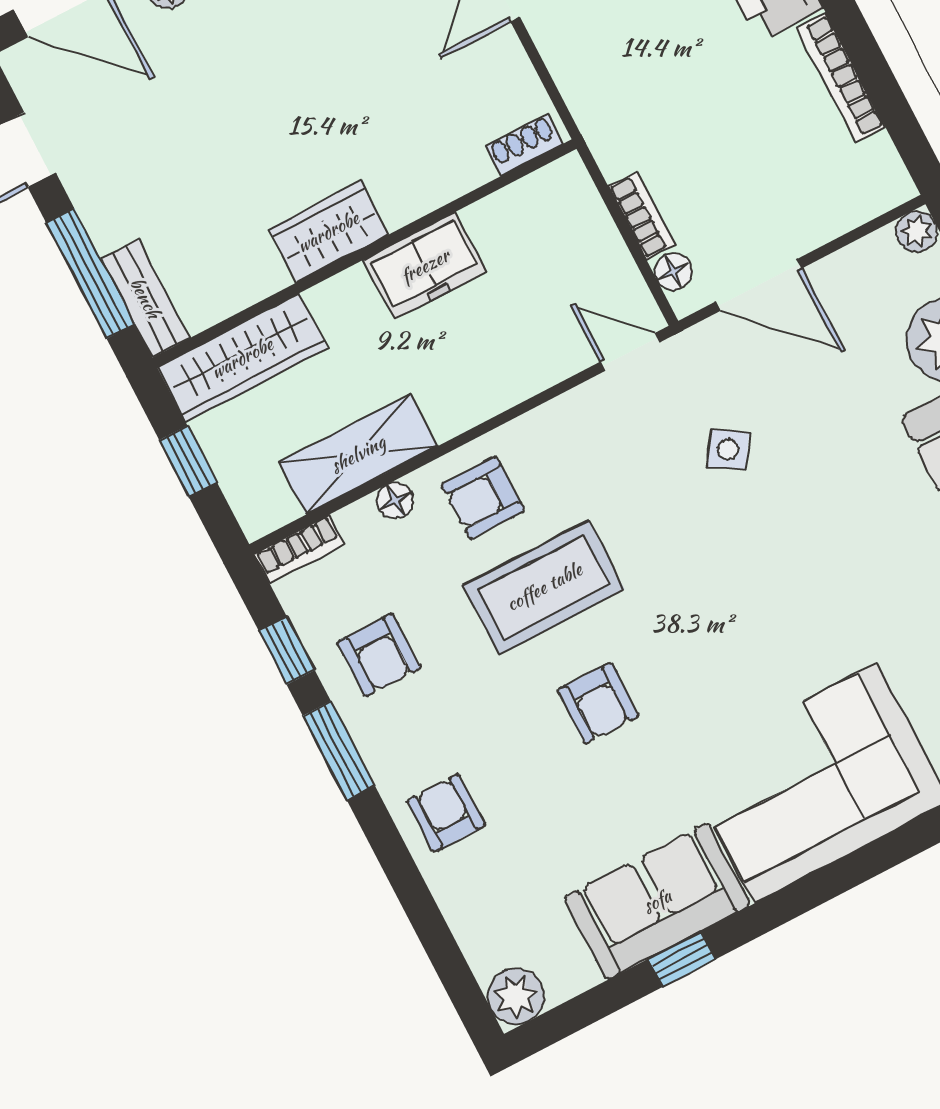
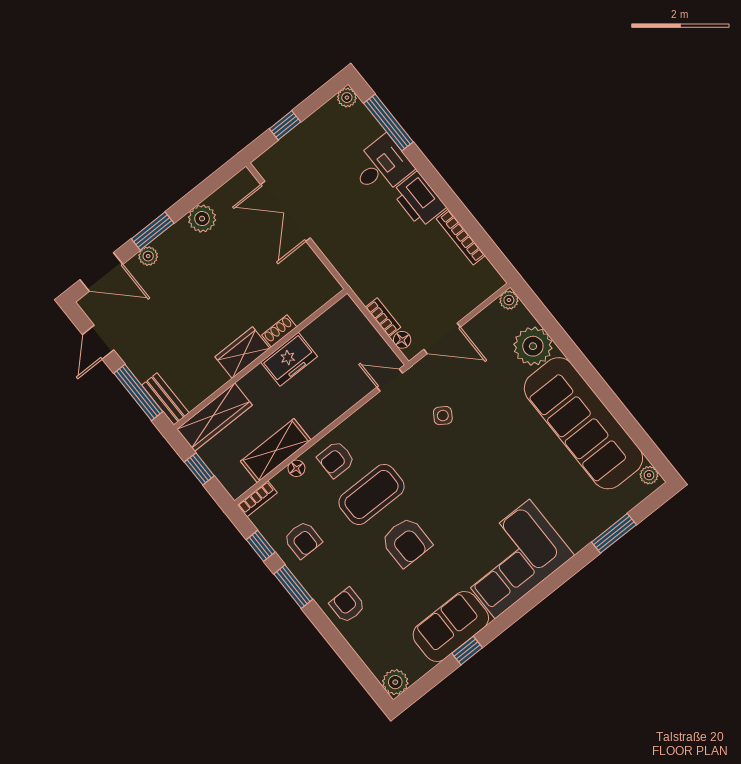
shoe rack: (524, 145) -> (279, 331), moved
armchair: (598, 703) -> (406, 542), width x1.38, depth x1.38

